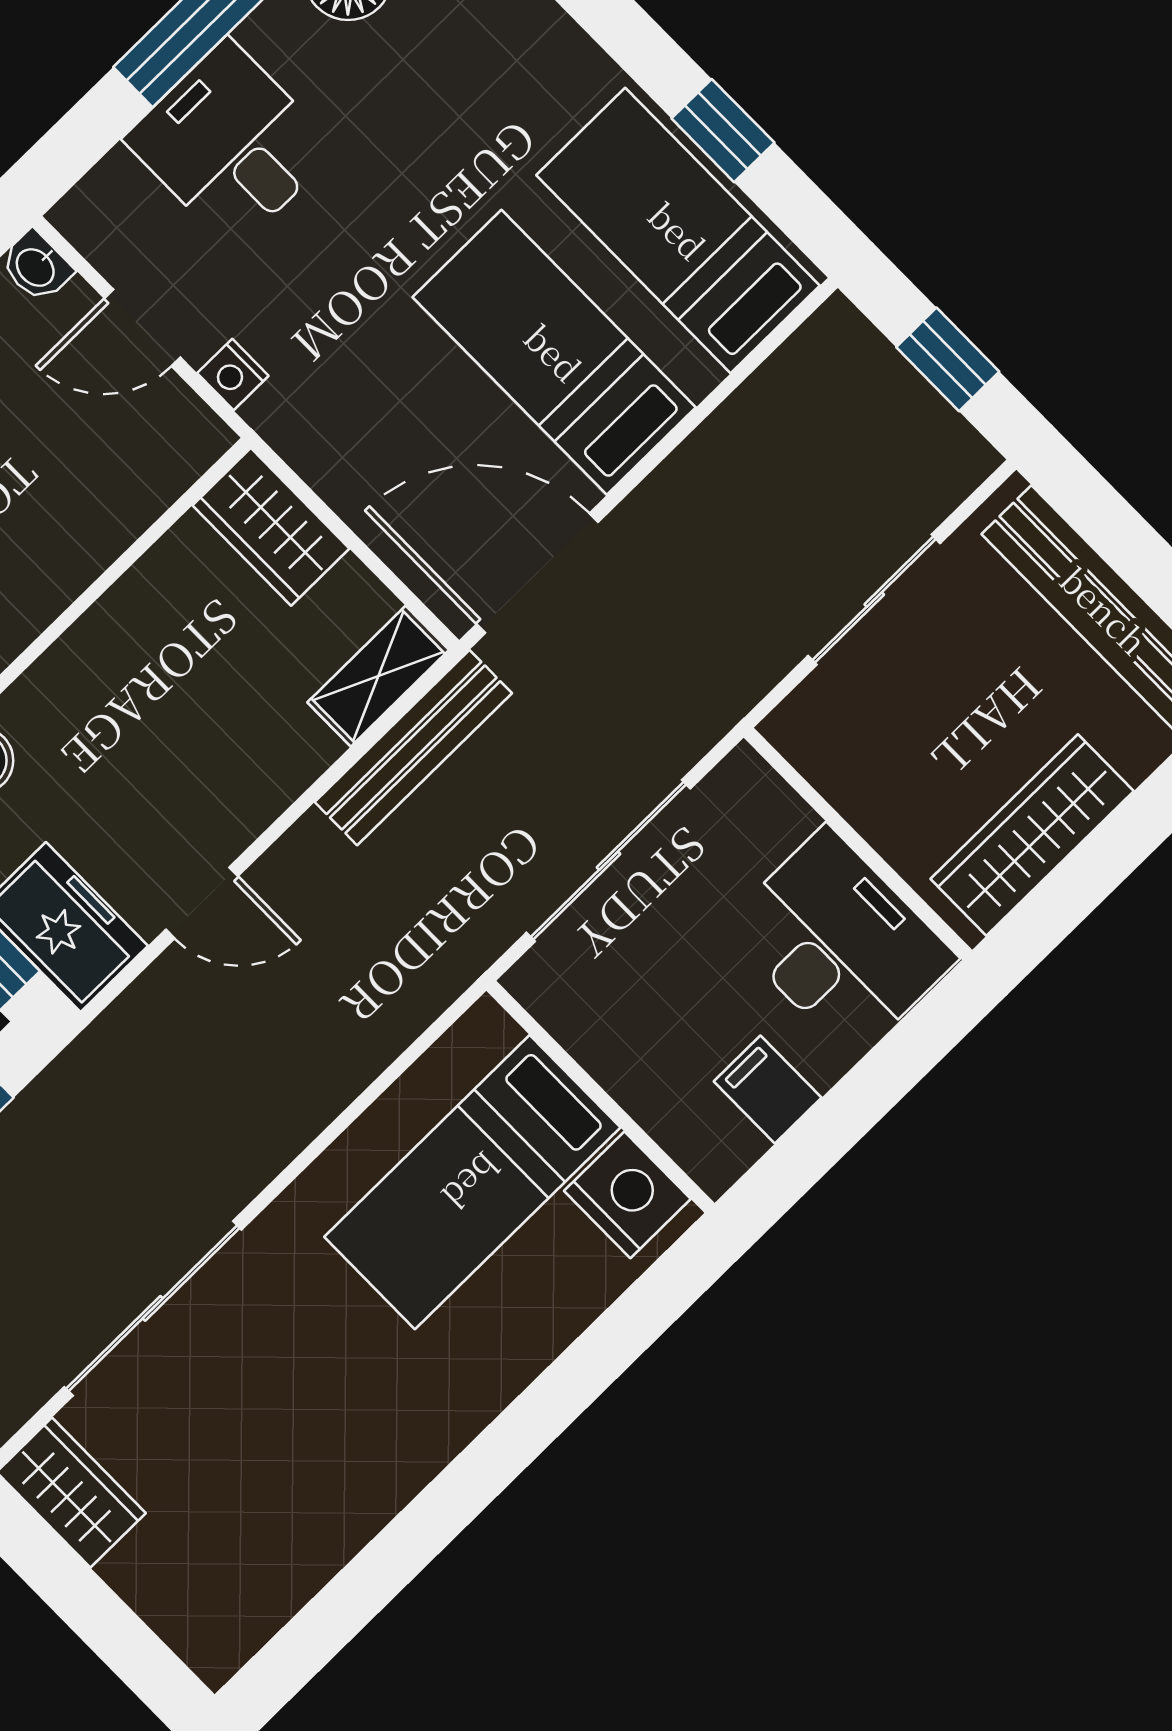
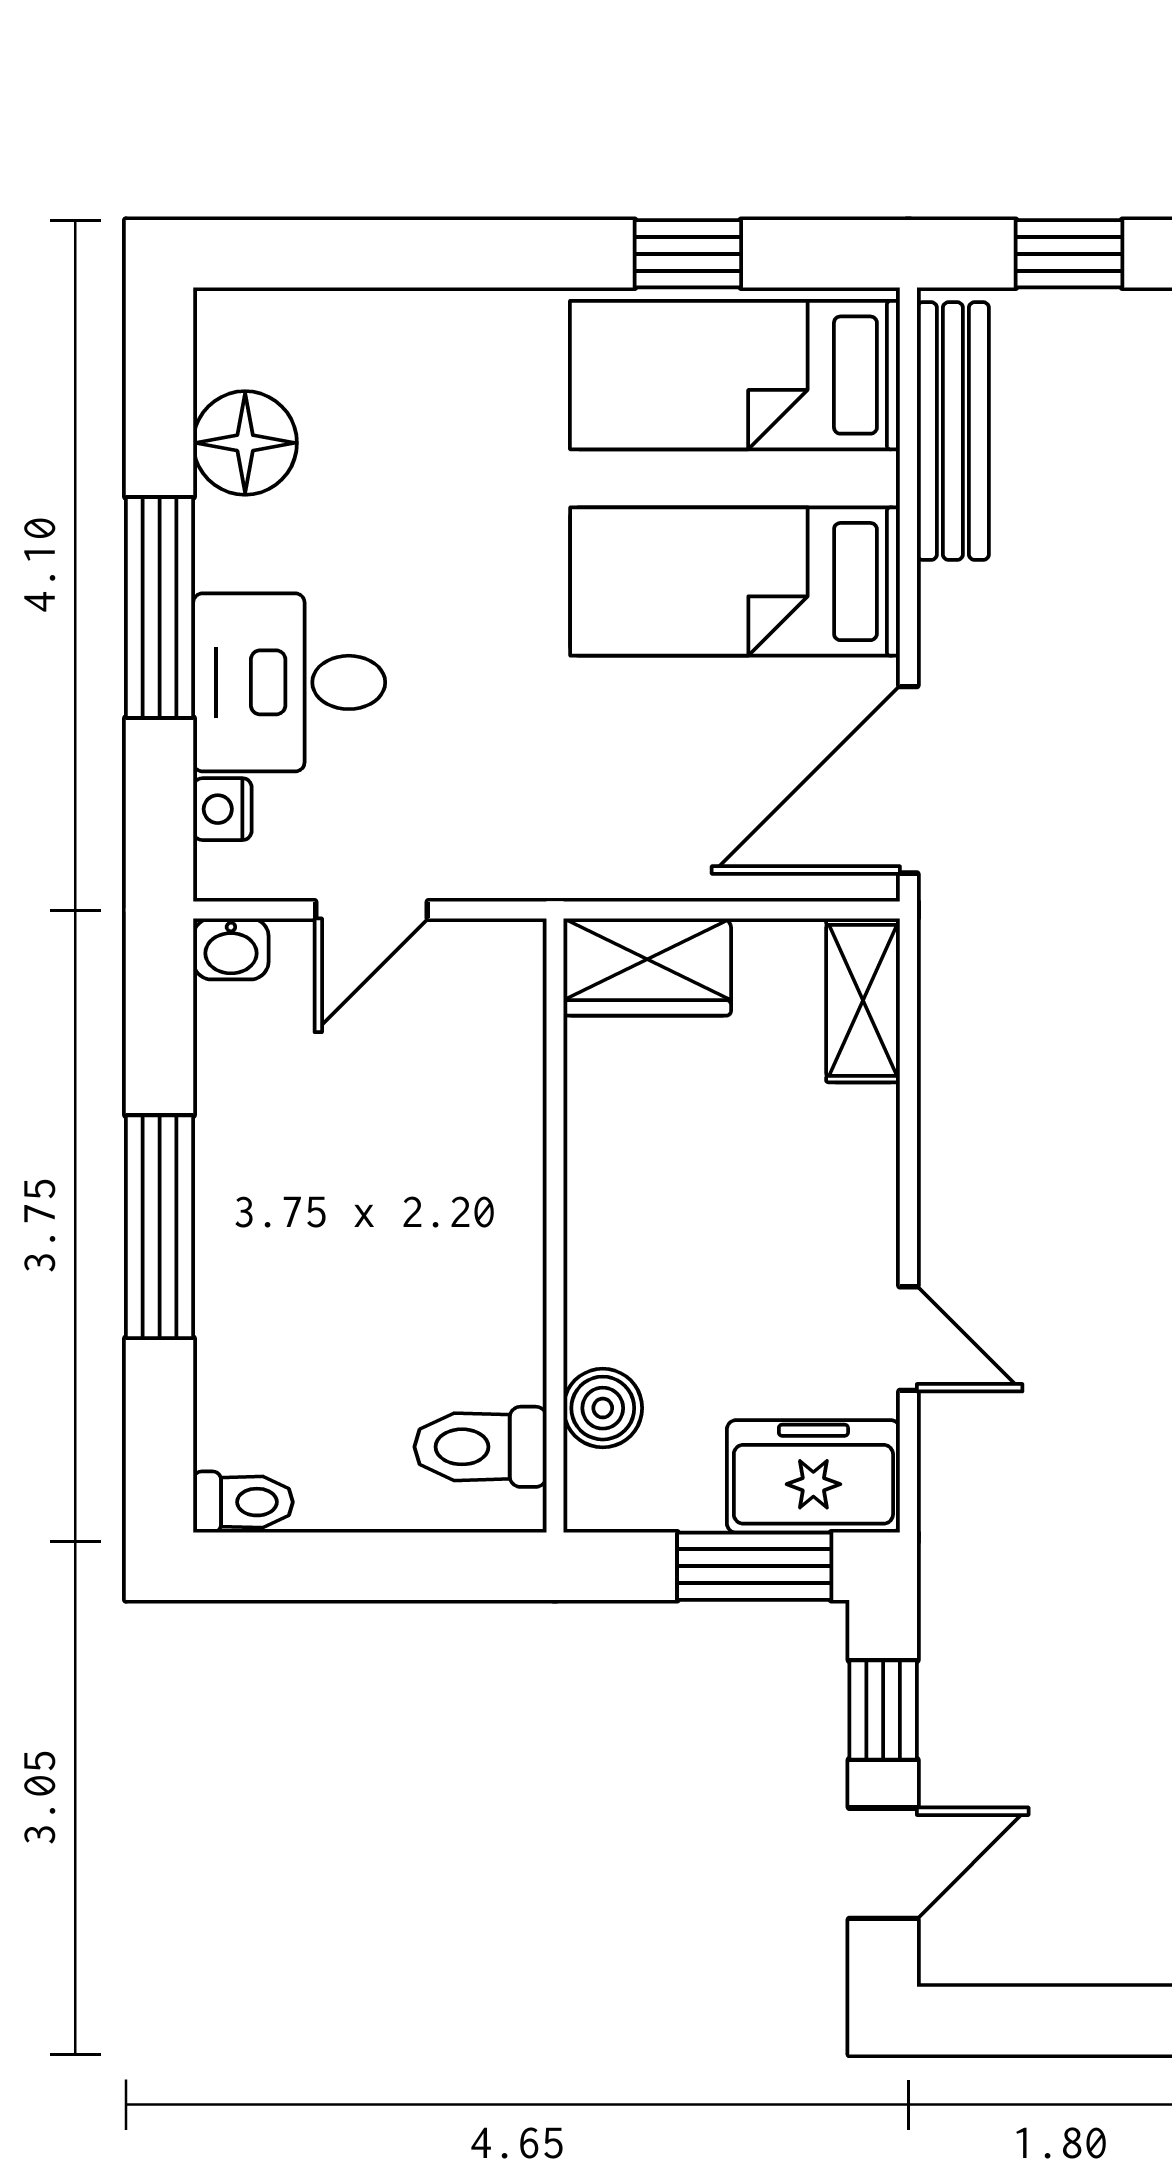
nightstand: (233, 375) -> (222, 809), moved, turned 90
bench: (413, 748) -> (953, 431), moved
door: (202, 903) -> (908, 1339), hinge flipped

